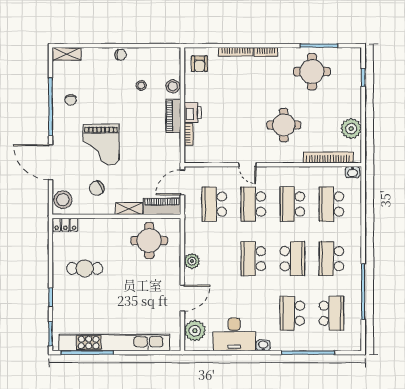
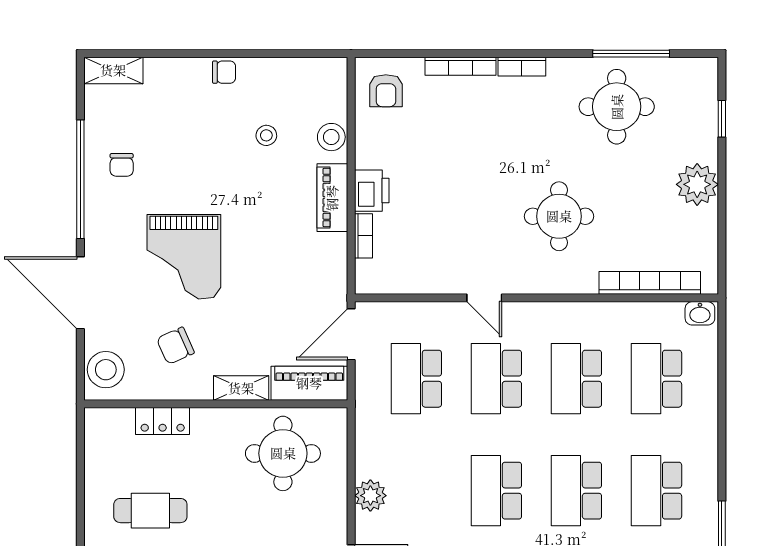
plant: (351, 129) -> (697, 184), moved
locker: (65, 225) -> (163, 421), moved
school desk: (292, 259) -> (576, 491), turned 180

